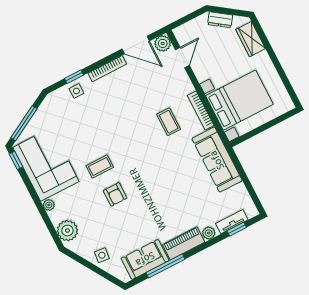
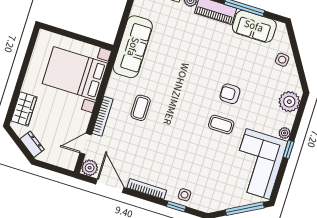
bookcase: (201, 110) -> (103, 116), moved
window: (16, 160) -> (289, 149), moved
armchair: (115, 194) -> (230, 94), turned -90

